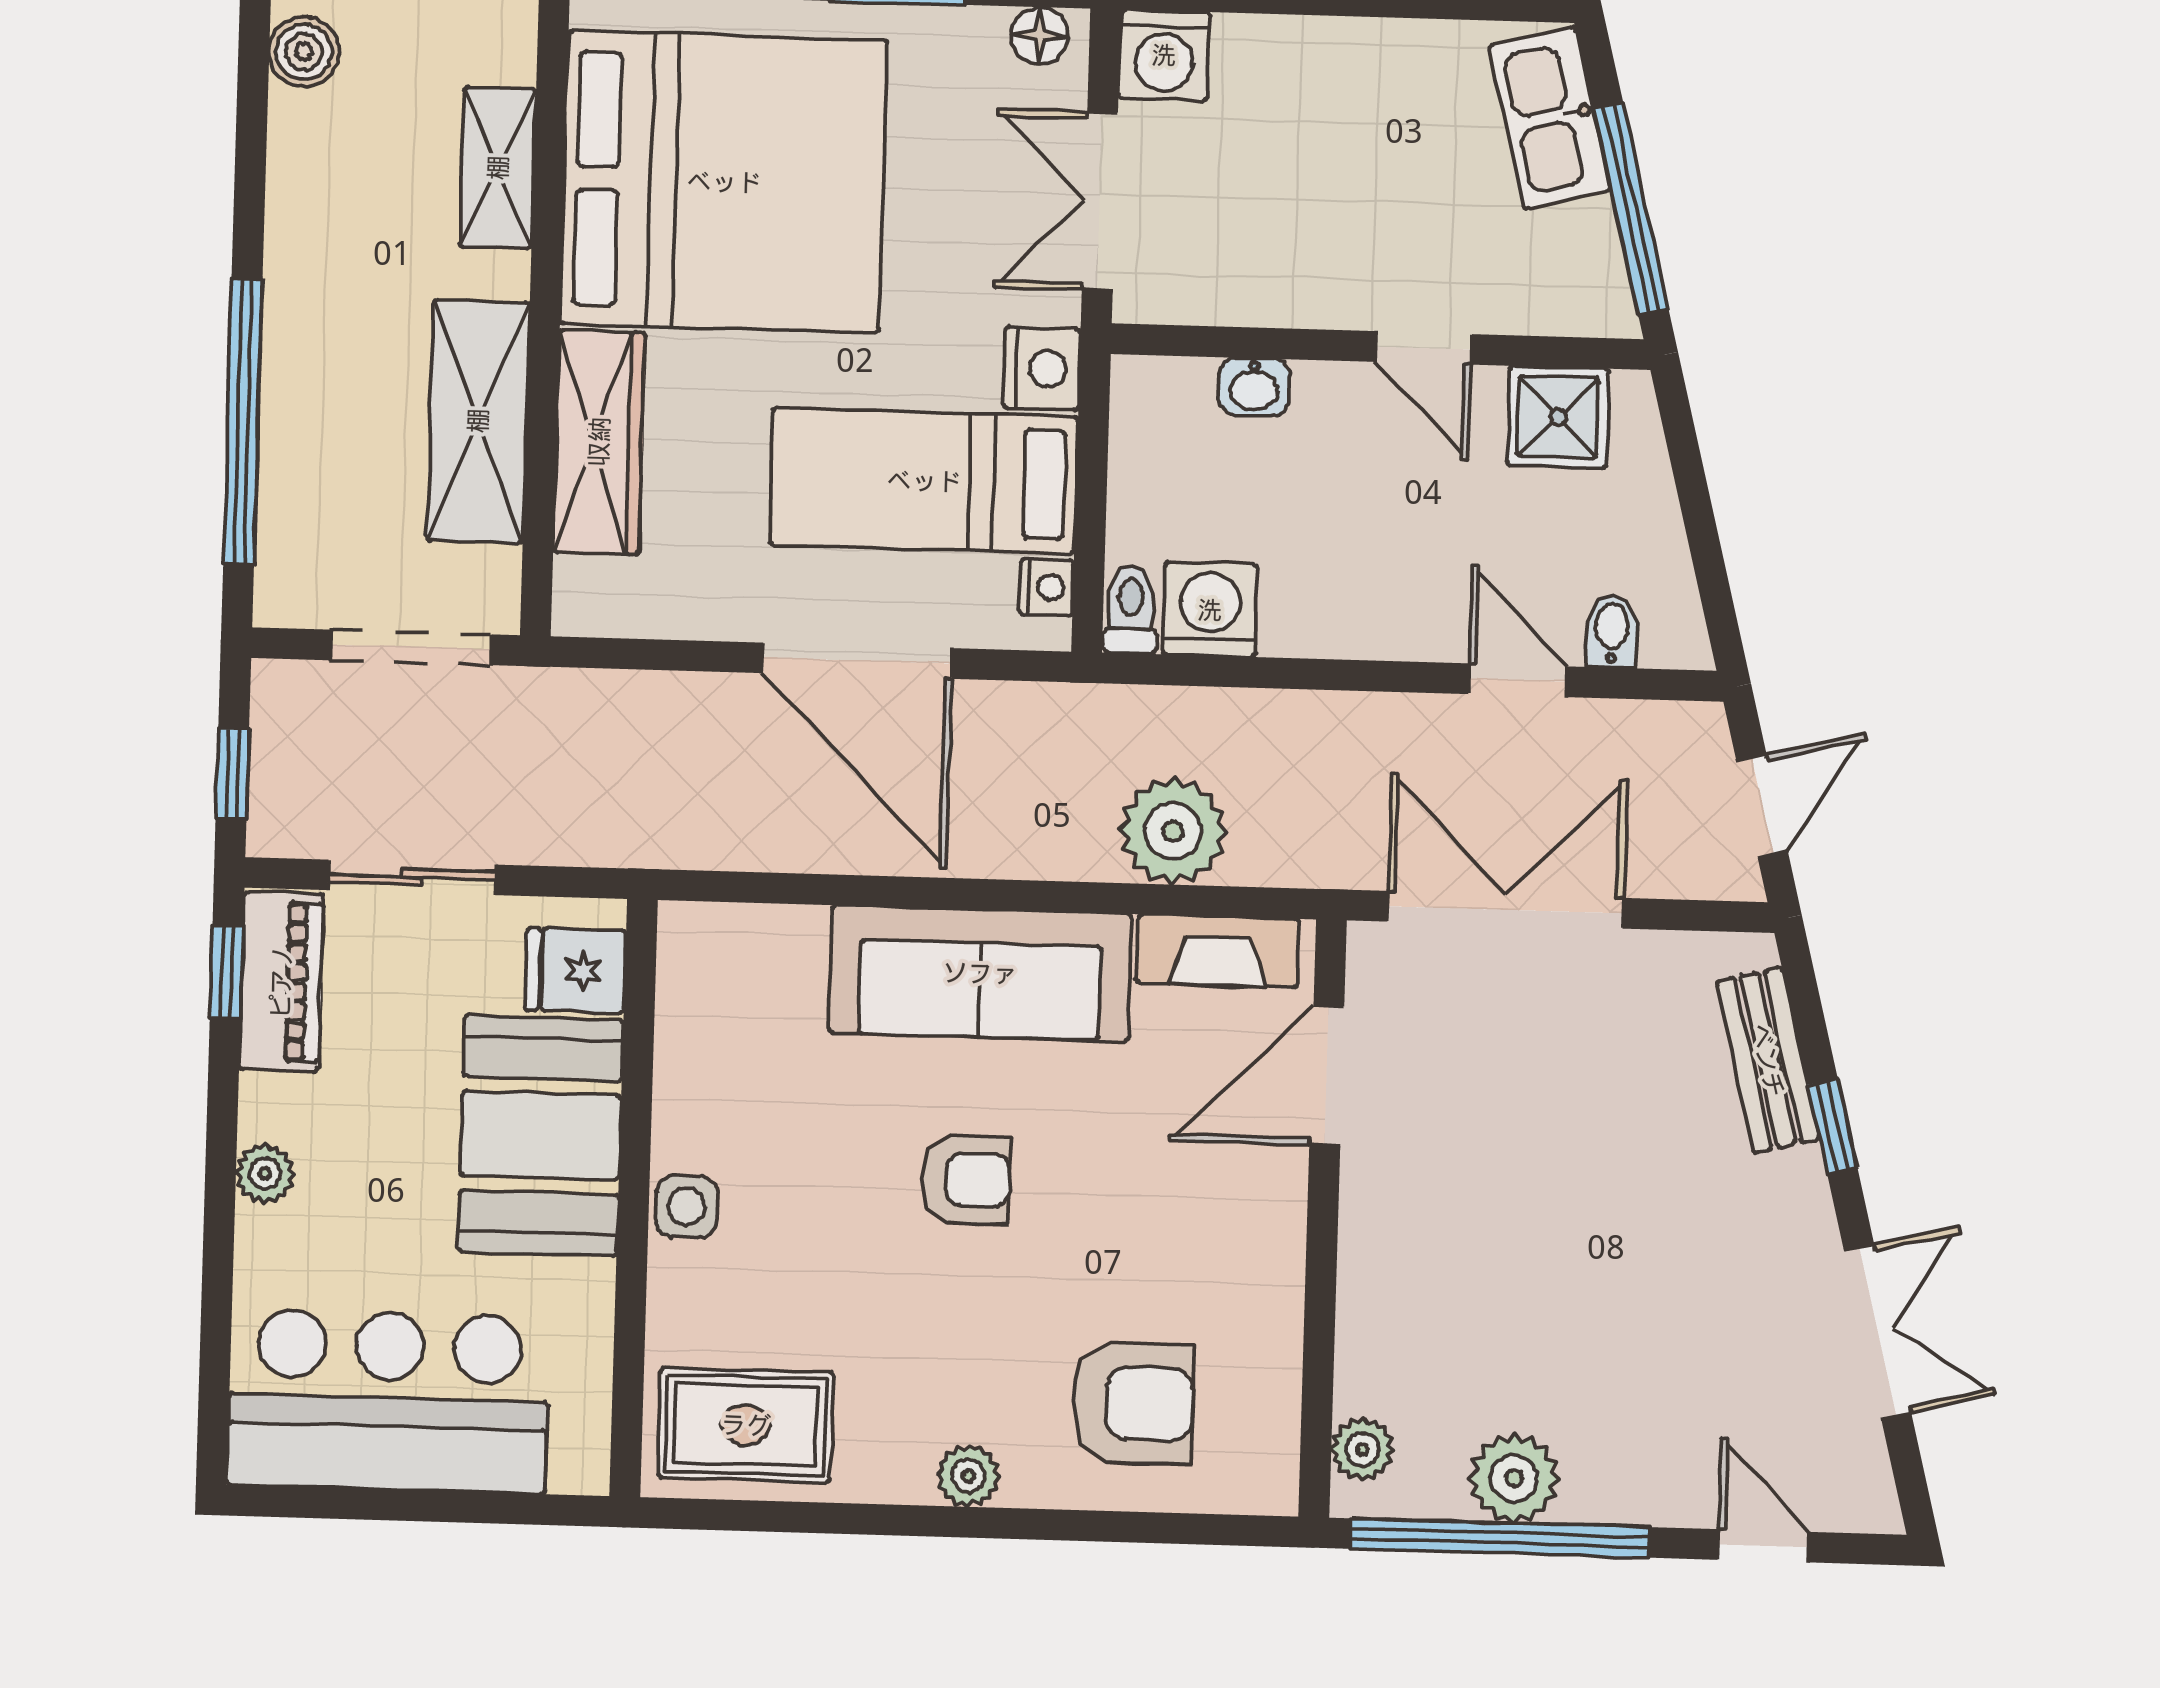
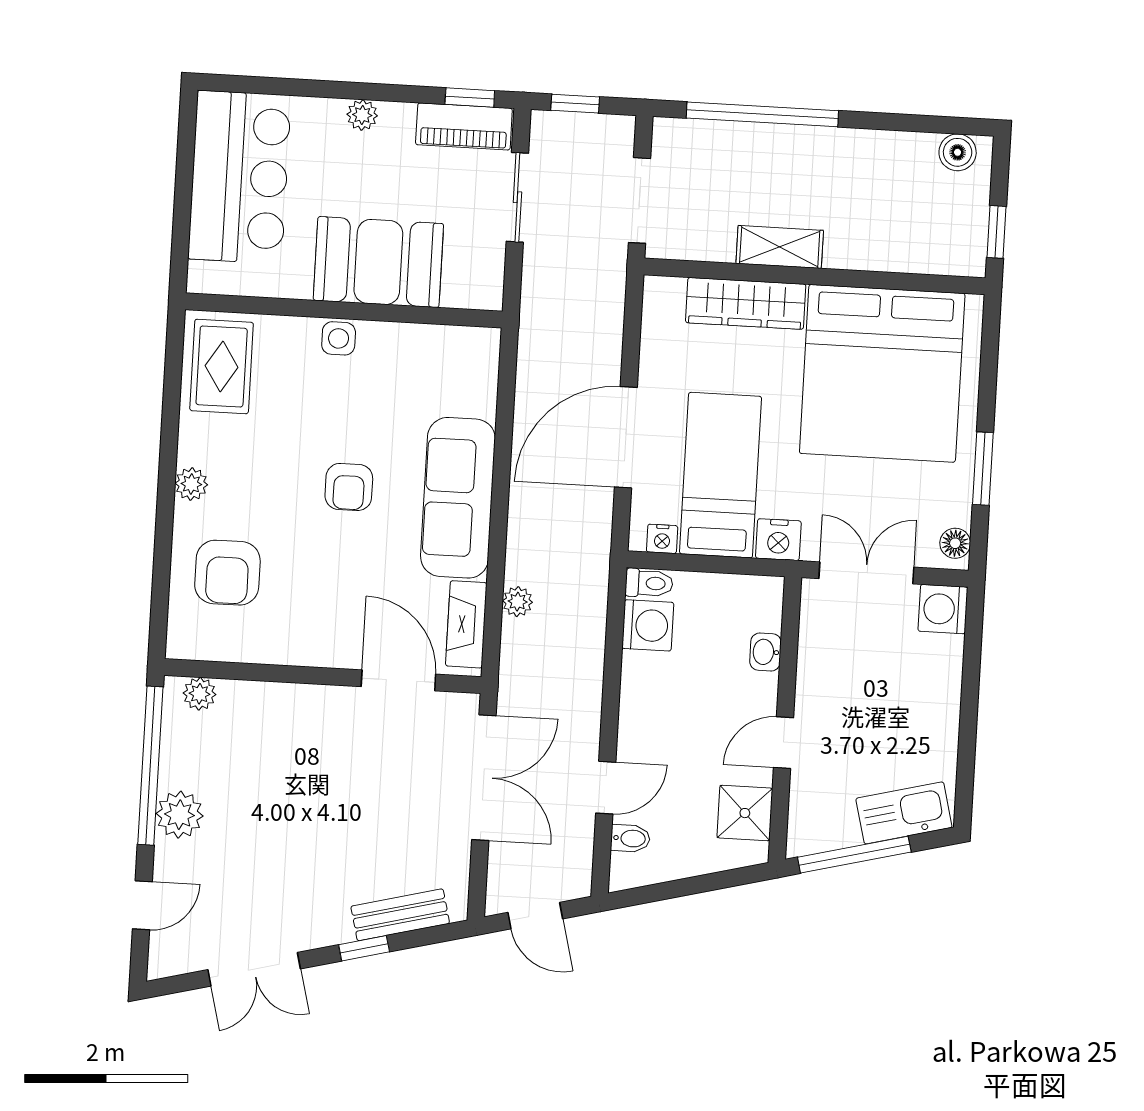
shelving: (498, 168) -> (893, 254), removed
shelving: (478, 421) -> (780, 247), width x0.67, depth x0.75
plant: (1173, 831) -> (518, 602), width x0.53, depth x0.53
fridge: (575, 970) -> (466, 283), removed
plant: (1514, 1478) -> (180, 815), moved

